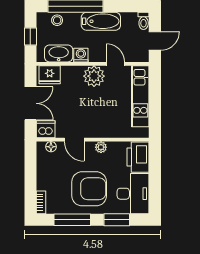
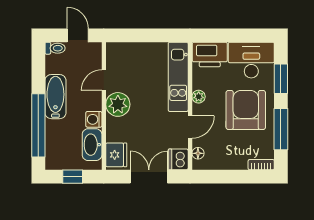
stool: (57, 20) -> (54, 146), removed
kitchen unit: (140, 96) -> (178, 77), moved, turned 90

